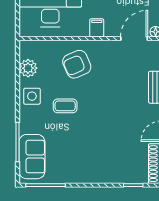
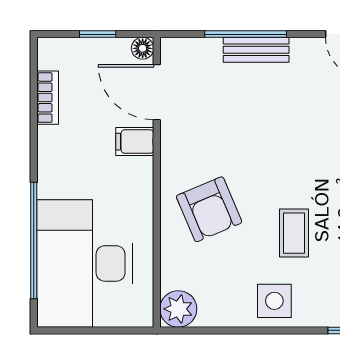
filing cabinet: (97, 28) -> (135, 142), moved
plant: (28, 68) -> (178, 309), moved

